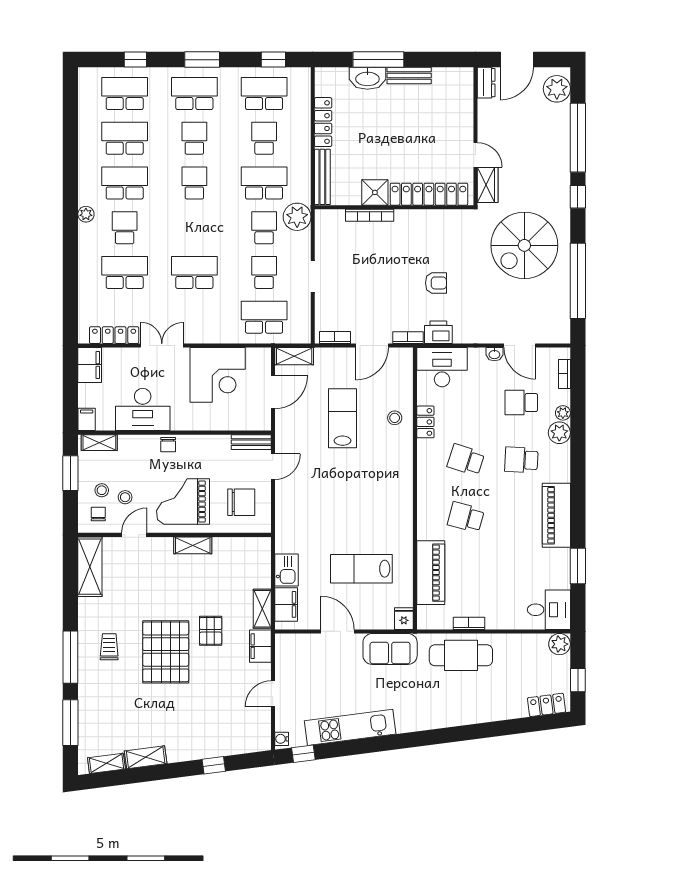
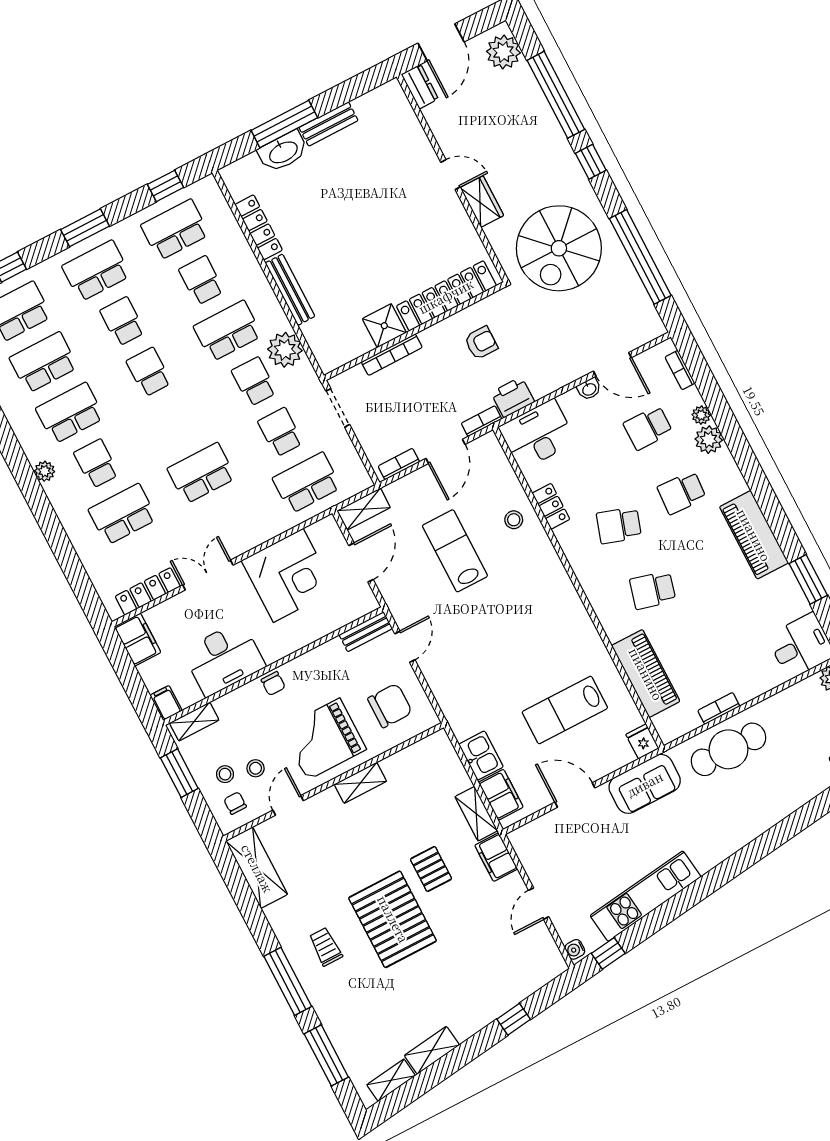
shower: (375, 192) -> (384, 326), moved
locker: (429, 194) -> (446, 296), moved
wall: (394, 207) -> (415, 331), moved
bookcase: (370, 215) -> (392, 355), moved

